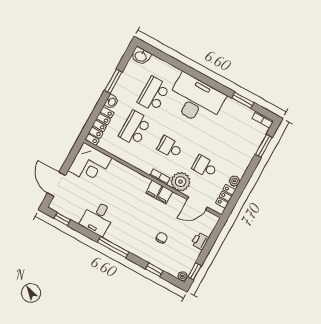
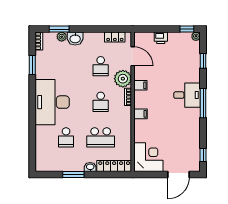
washbasin: (141, 56) -> (75, 39), moved, turned 90
school desk: (154, 94) -> (66, 137), width x0.54
plant: (235, 181) -> (62, 37), moved
filing cabinet: (154, 189) -> (140, 114), moved
desk: (97, 218) -> (187, 95), moved
chair: (162, 238) -> (175, 69), removed

